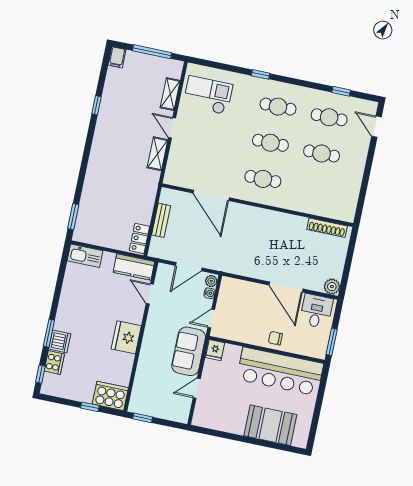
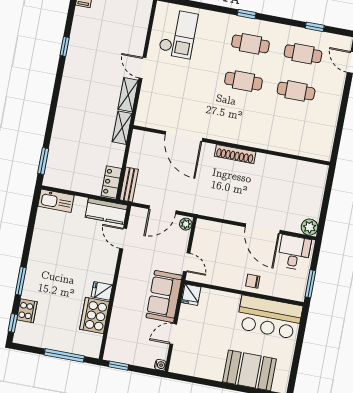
window: (261, 74) -> (247, 14), moved
shelving: (170, 94) -> (122, 128), moved
checkout: (208, 95) -> (178, 34), turned 90
cafe table: (263, 179) -> (237, 118), removed
bench: (161, 220) -> (129, 185), moved
shoe rack: (327, 228) -> (235, 154), moved
water cooler: (209, 293) -> (160, 365), moved
door: (211, 318) -> (187, 262), swing flipped
fridge: (126, 337) -> (102, 291), width x0.53, depth x0.75
dishwasher: (60, 341) -> (32, 289), removed
bar counter: (280, 371) -> (269, 317), width x0.73
cooker: (110, 396) -> (95, 316), moved, turned -90
window: (90, 407) -> (64, 355), width x2.17

